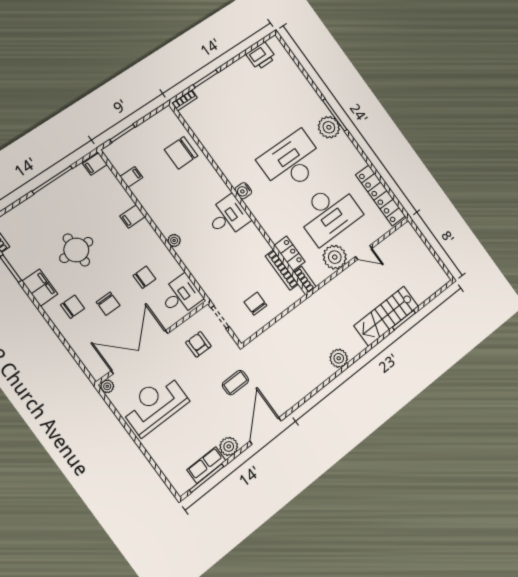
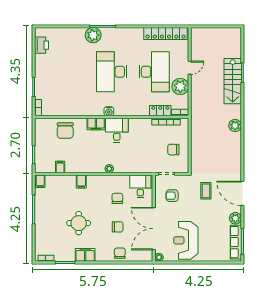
plant: (329, 127) -> (93, 35), moved
filing cabinet: (217, 185) -> (96, 124), added
chair: (73, 307) -> (120, 253), moved
row of seats: (206, 465) -> (236, 242), width x1.48

